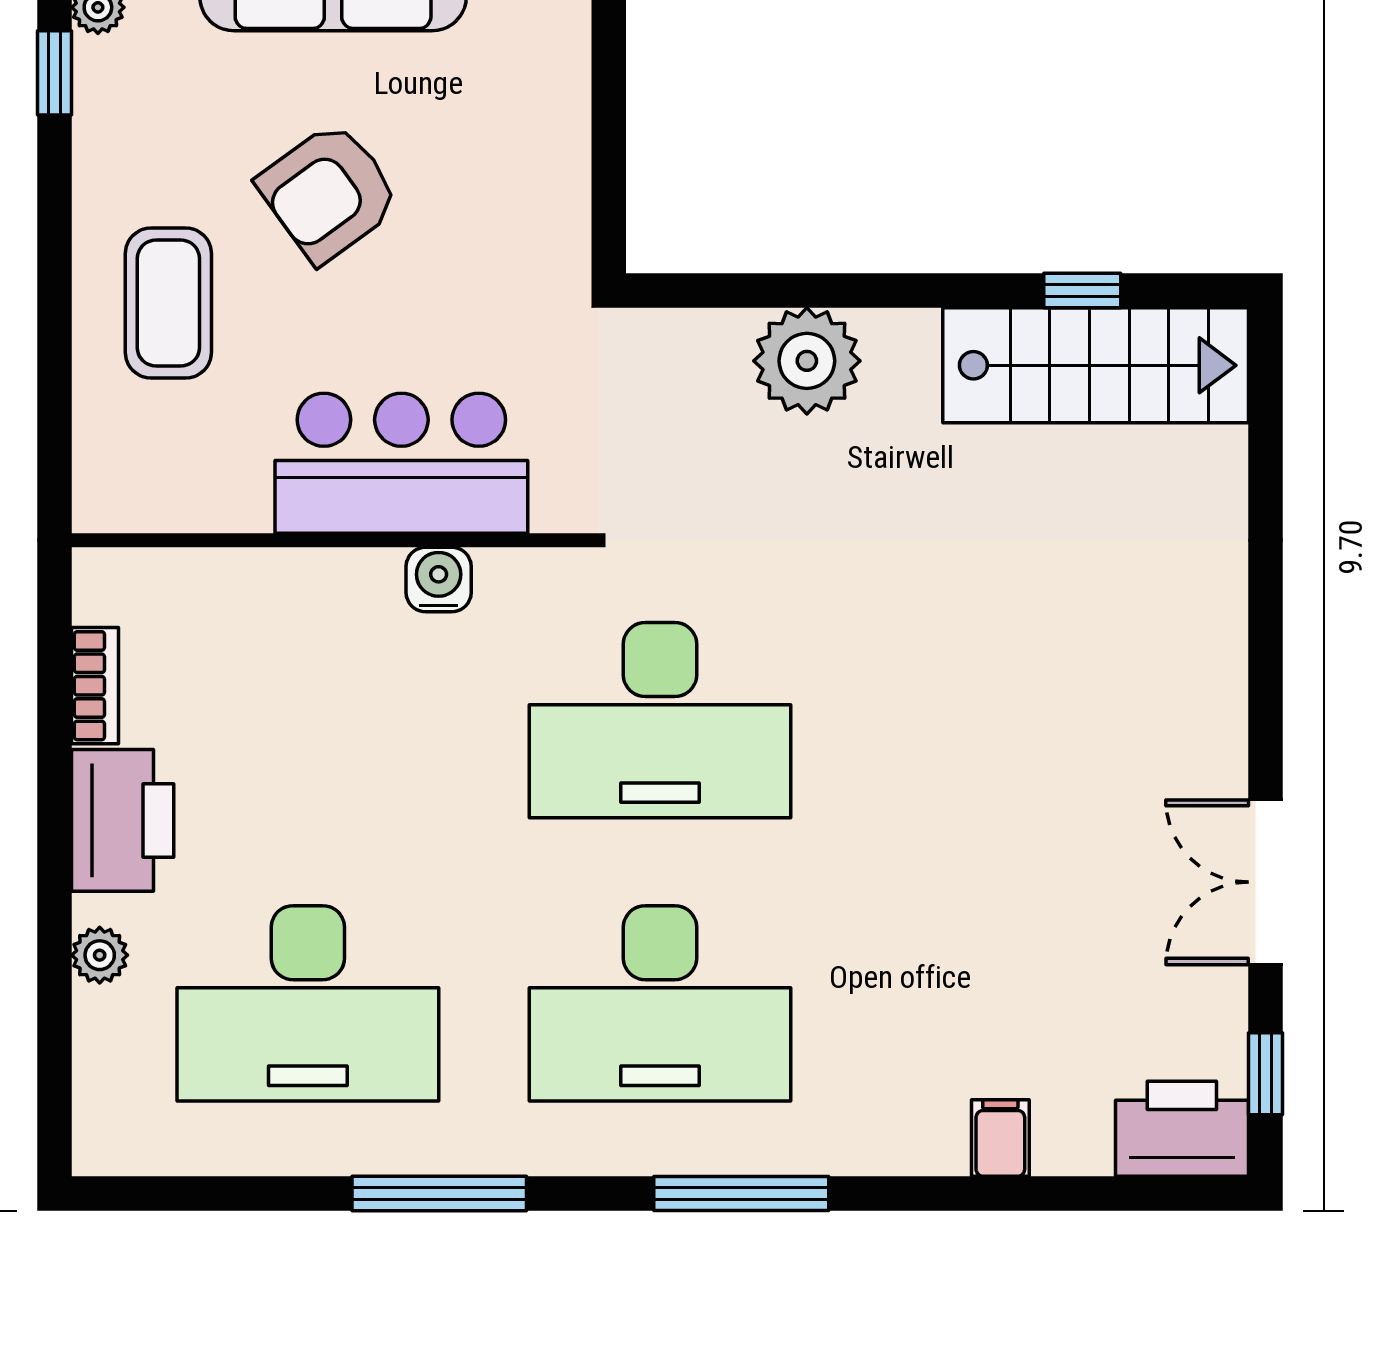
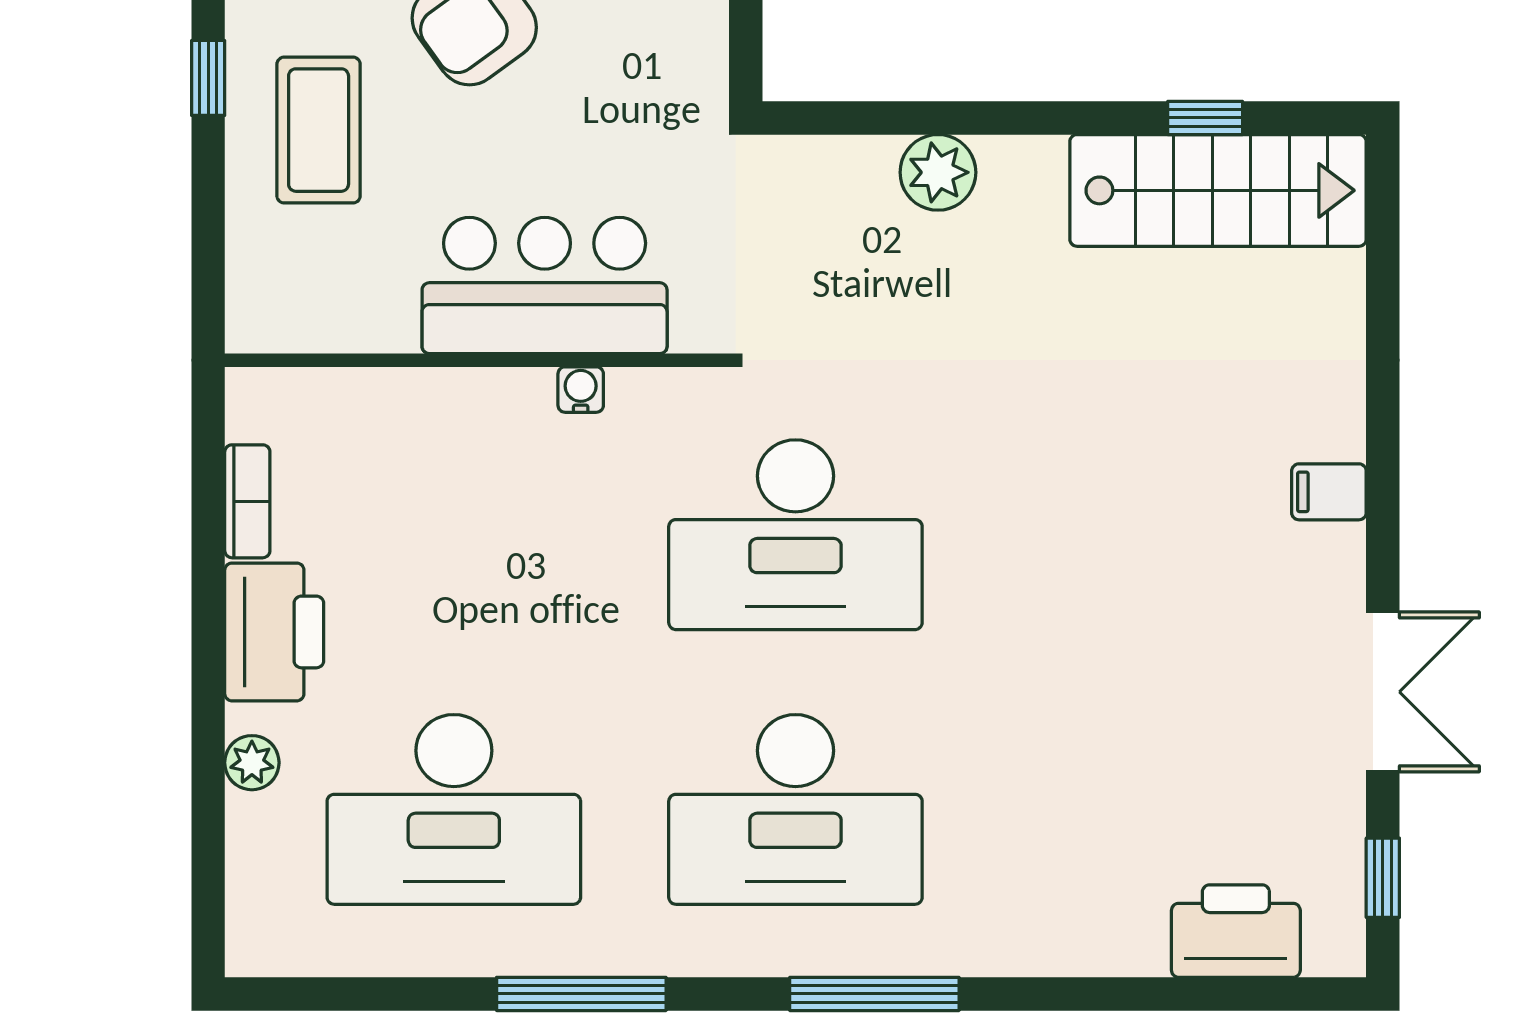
window: (55, 249) -> (208, 78), added
plant: (807, 361) -> (938, 172), width x0.73, depth x0.73
water cooler: (439, 579) -> (581, 390), width x0.72, depth x0.72
double door: (1265, 882) -> (1383, 692), swing flipped
printer: (1182, 1129) -> (1236, 931), moved
filing cabinet: (1000, 1138) -> (1329, 492), moved, turned -90

